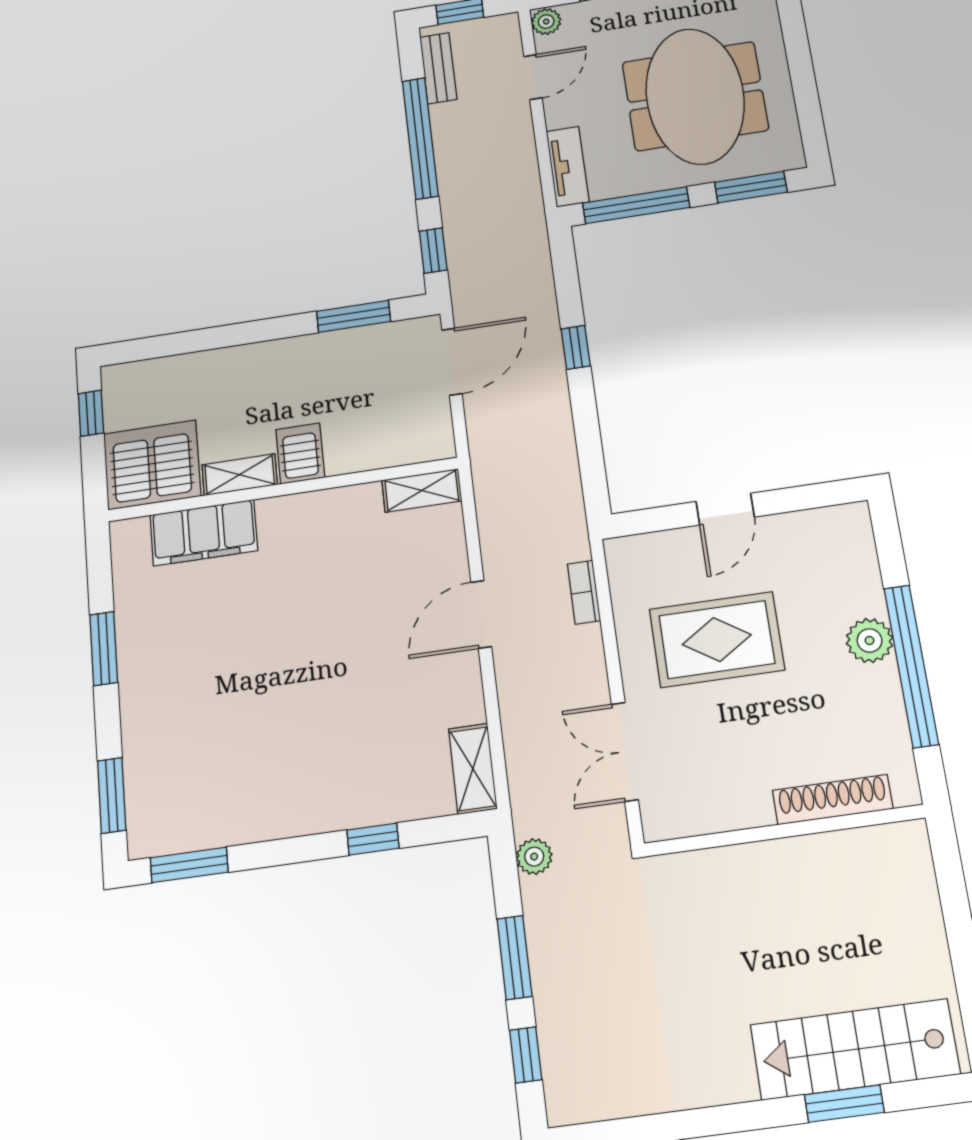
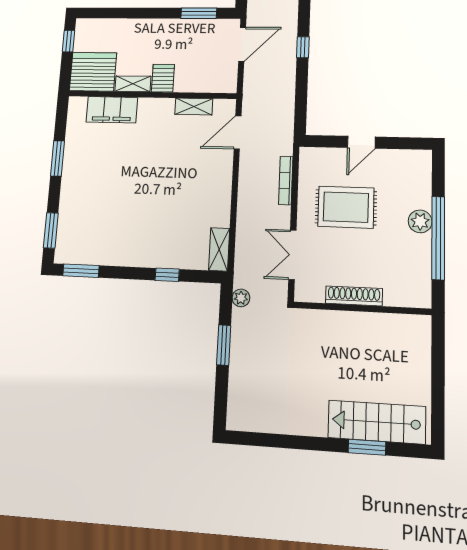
shelving: (422, 491) -> (194, 106), moved
bookcase: (584, 592) -> (286, 180), width x1.56
door: (481, 614) -> (238, 132), moved
shoe rack: (833, 800) -> (354, 296), moved
window: (526, 1055) -> (221, 393), removed

